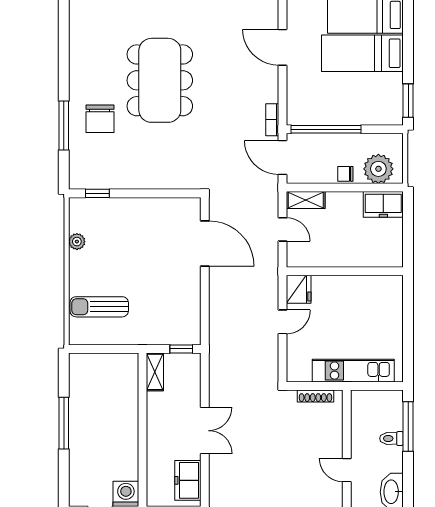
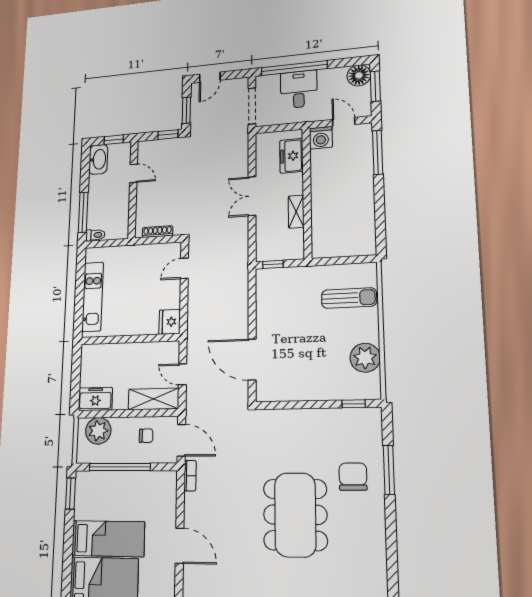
window: (326, 129) -> (120, 467), moved
chair: (345, 174) -> (146, 436), moved
shelving: (306, 200) -> (153, 399), width x1.50, depth x1.33
plant: (77, 242) -> (365, 358), width x1.87, depth x1.87
door: (283, 322) -> (184, 268), moved
kitchen unit: (353, 371) -> (93, 297), moved, turned -90
shelving: (155, 372) -> (296, 212), moved
window: (64, 423) -> (378, 152), moved
toilet: (392, 438) -> (95, 235), moved
freezer: (188, 480) -> (291, 156), moved, turned 180

